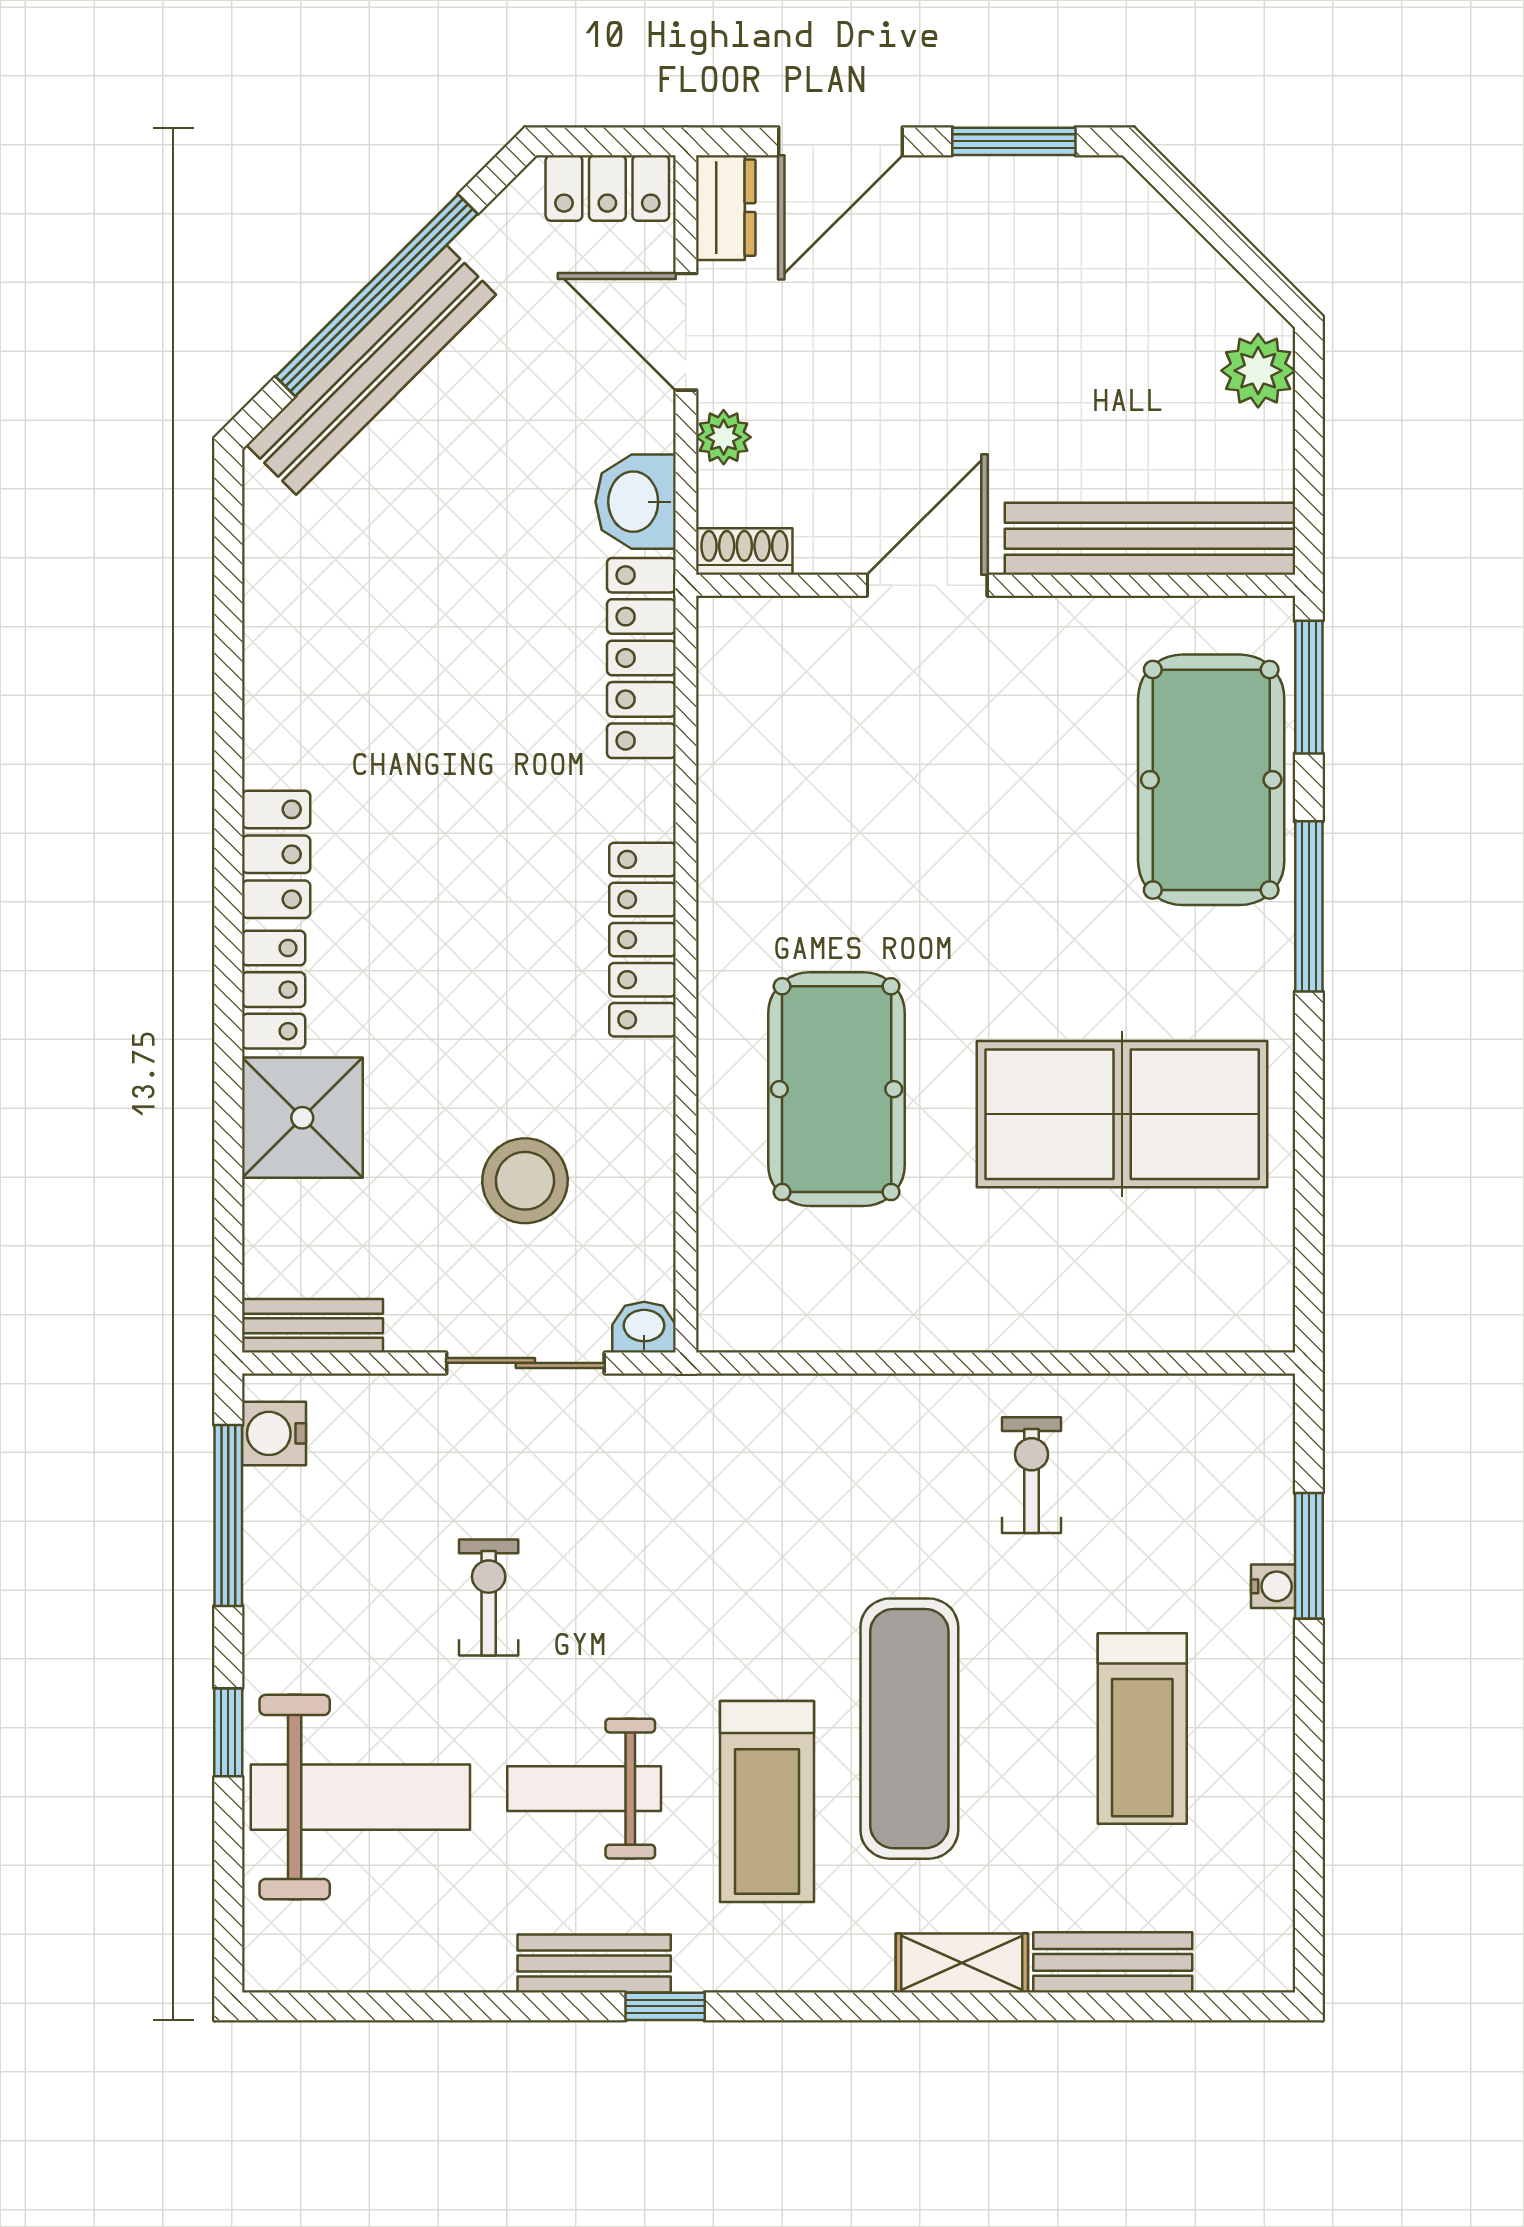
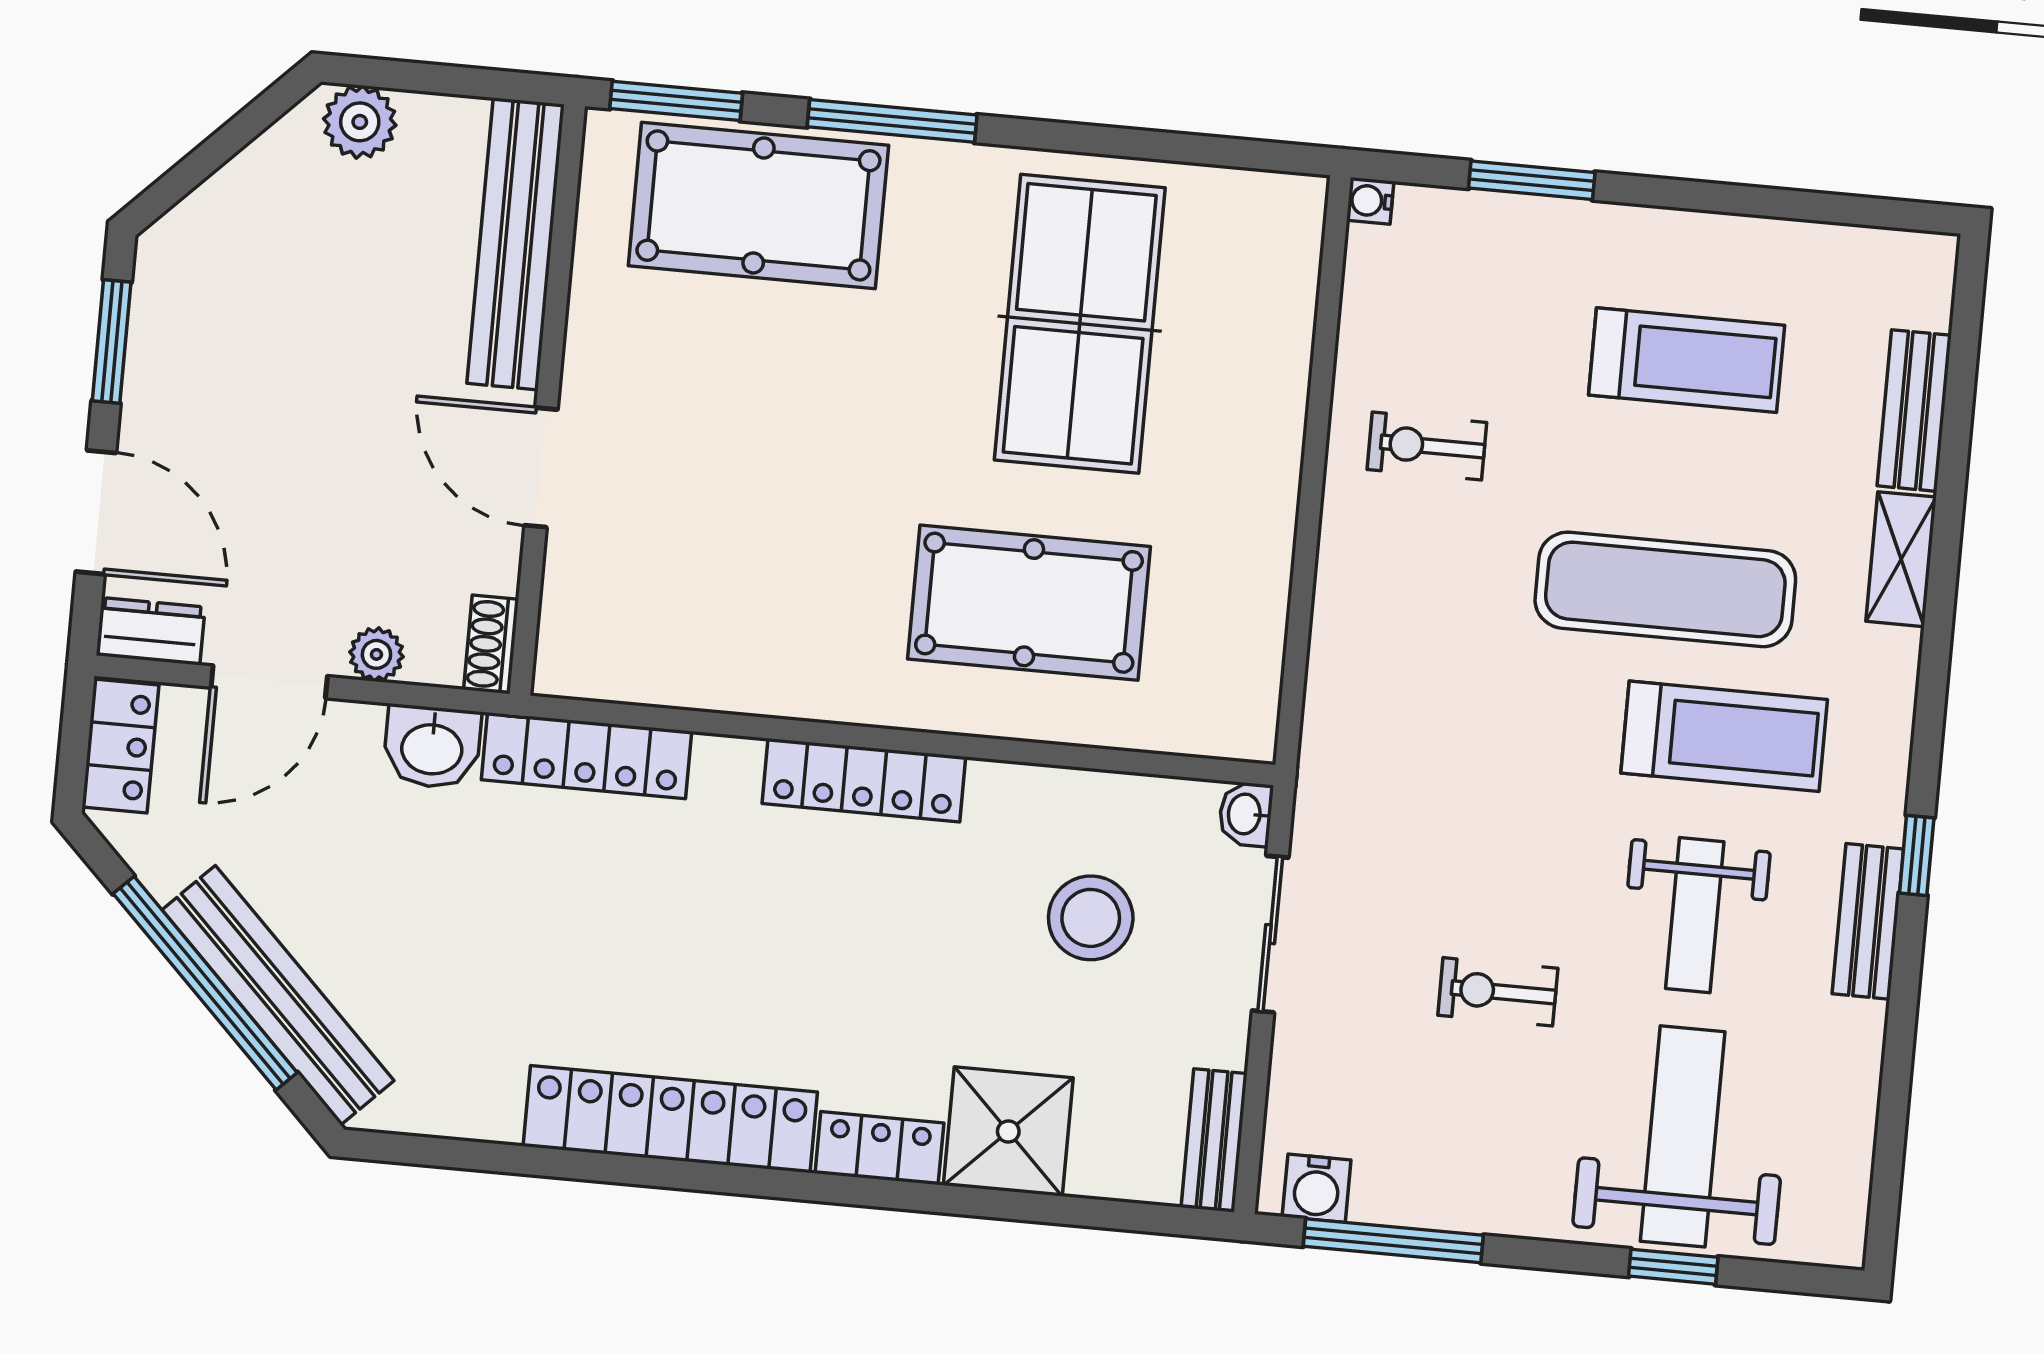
locker: (276, 854) -> (670, 1119), width x2.16, depth x1.21
water cooler: (1273, 1586) -> (1370, 201), moved, turned -90
window: (228, 1732) -> (1673, 1267), moved

